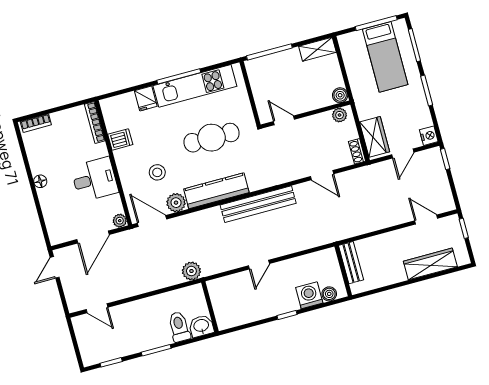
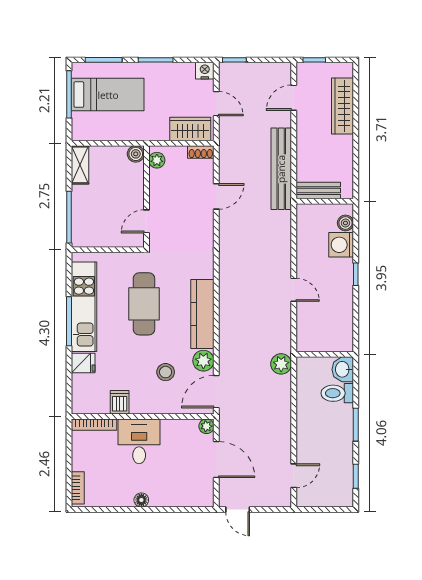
desk: (95, 179) -> (139, 441), moved
bench: (258, 204) -> (281, 169), moved

